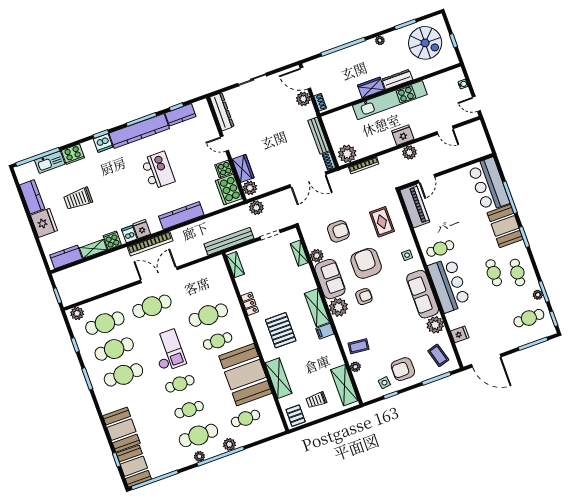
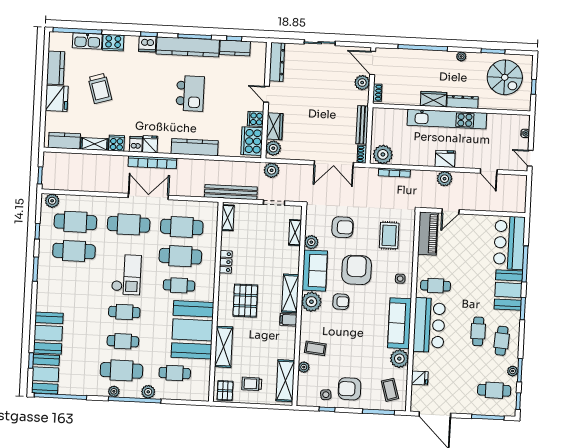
trolley: (78, 199) -> (100, 88), turned -107
cafe table: (123, 375) -> (182, 227), moved

